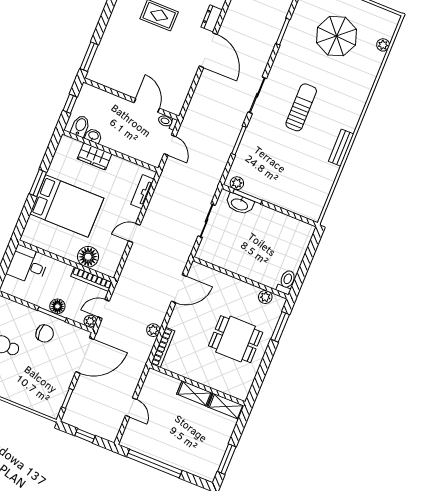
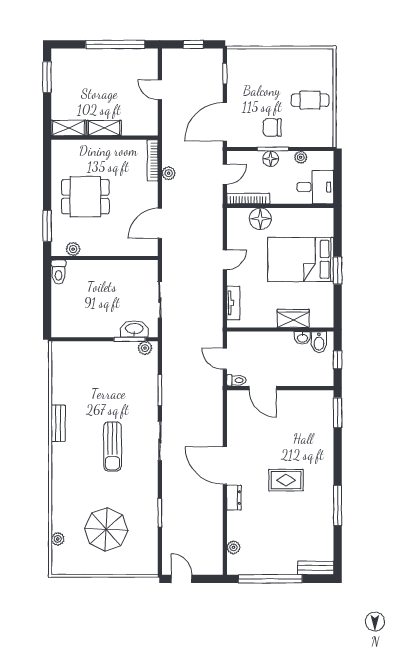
plant: (90, 321) -> (301, 157), moved

